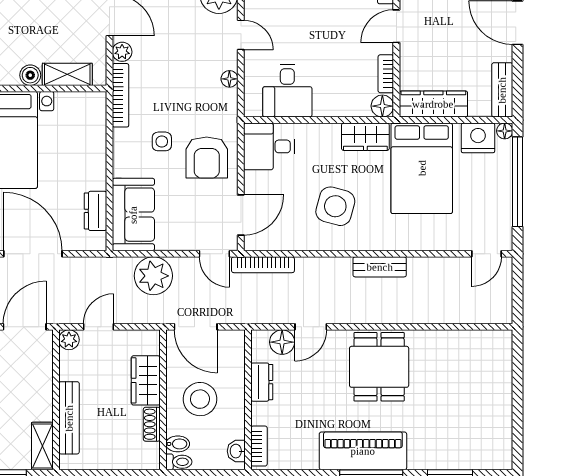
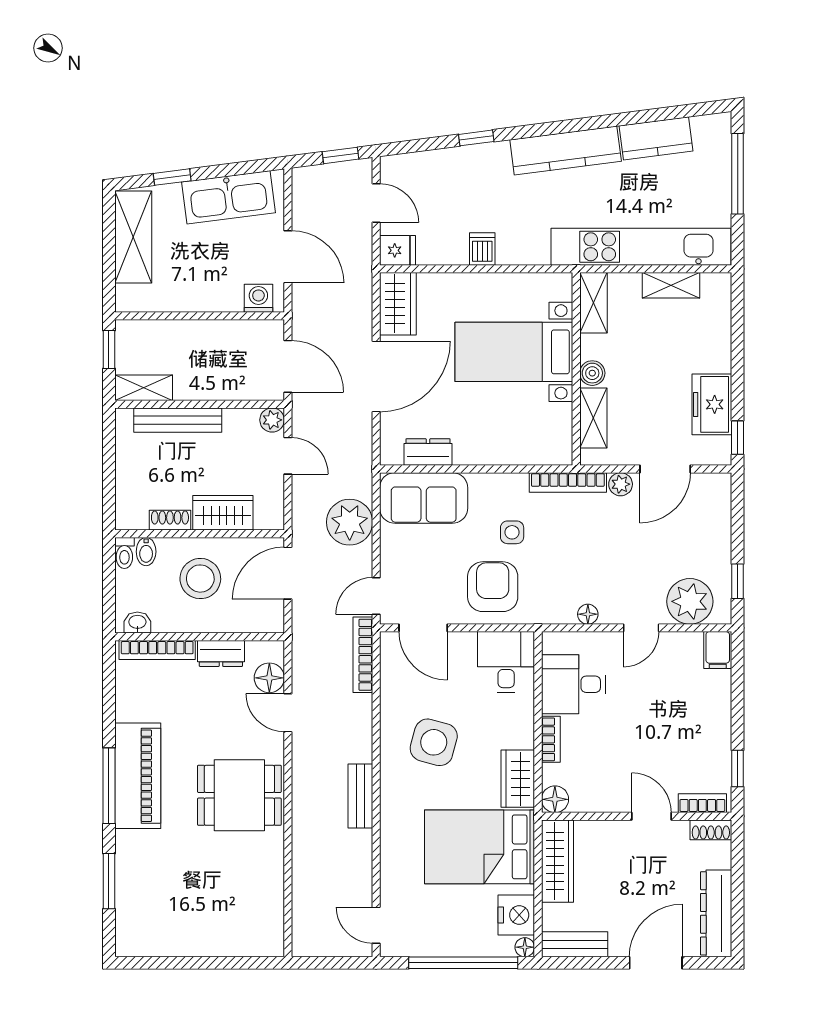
bookcase: (386, 74) -> (551, 739), moved, turned 90
armchair: (207, 157) -> (493, 587), turned 90
bookcase: (259, 446) -> (157, 650), width x1.56

